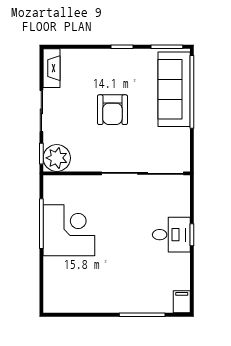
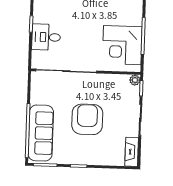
armchair: (112, 110) -> (87, 119), width x1.36, depth x1.36
plant: (57, 158) -> (135, 80), width x0.53, depth x0.53
corner desk: (69, 230) -> (122, 45), moved
desk: (171, 235) -> (46, 37), moved

